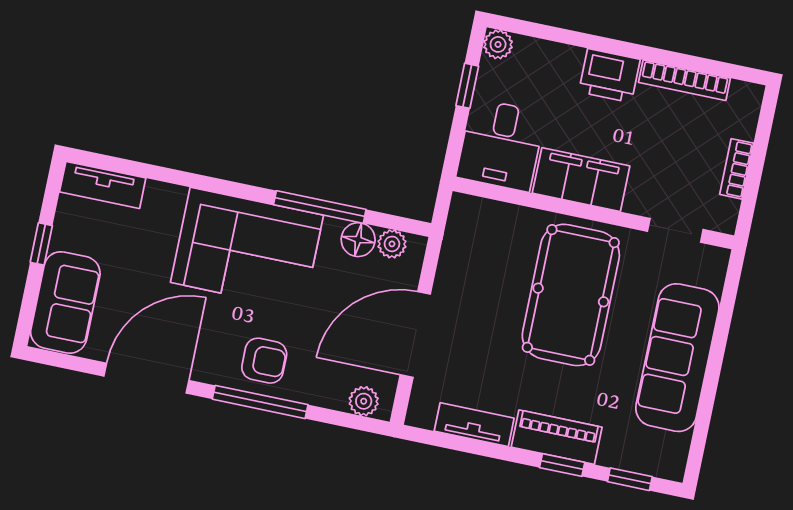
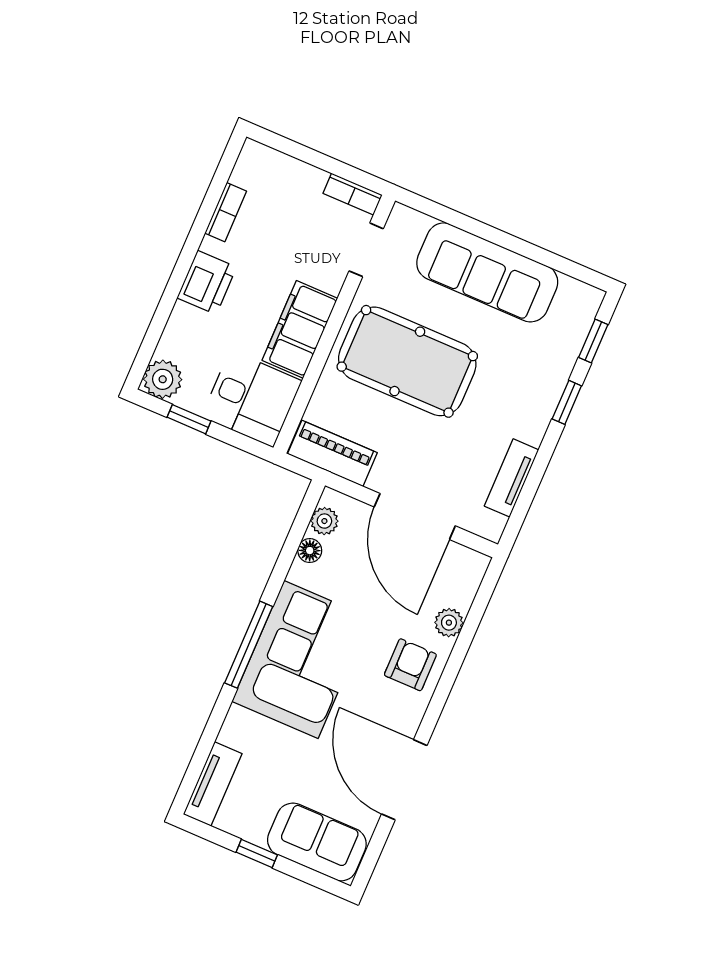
plant: (498, 44) -> (163, 379), width x1.38, depth x1.38
bookcase: (684, 80) -> (226, 212), width x0.64
bookcase: (737, 169) -> (353, 194), moved
window: (320, 207) -> (249, 645), moved
floor lamp: (358, 240) -> (310, 551), width x0.73, depth x0.73
plant: (364, 401) -> (449, 623), moved
window: (260, 402) -> (449, 676), removed
piano: (557, 437) -> (332, 453), moved, turned 90

